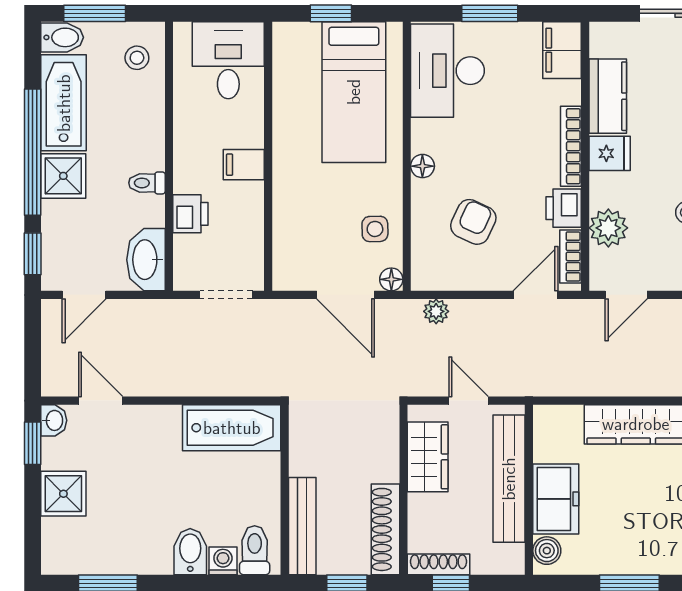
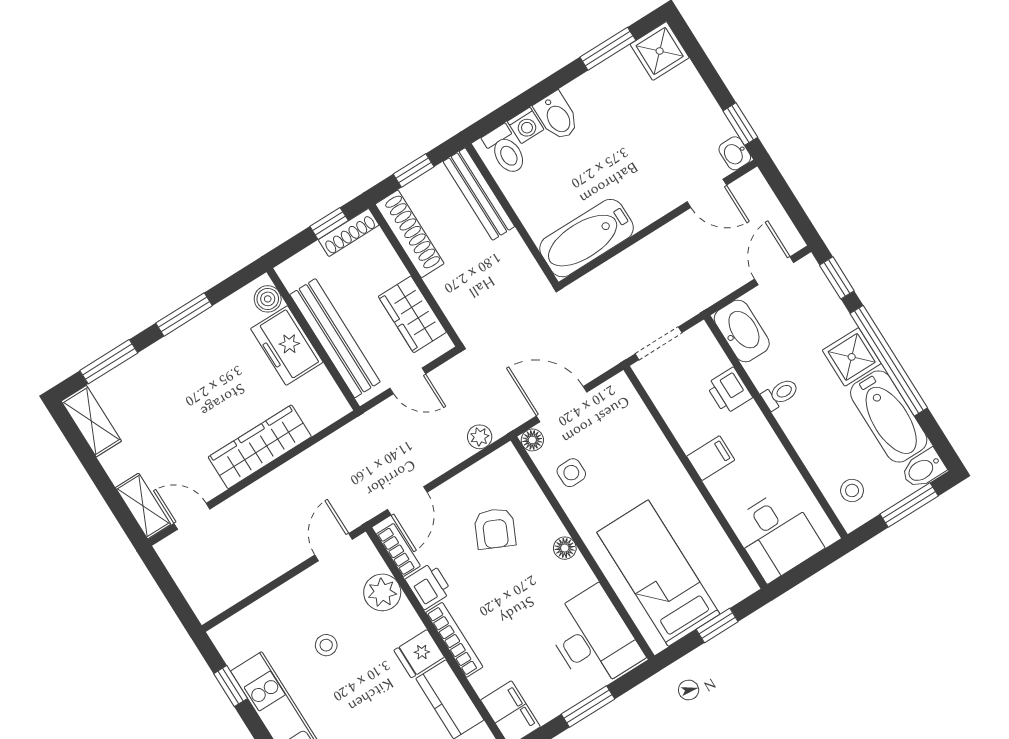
shower: (63, 494) -> (660, 51), moved

